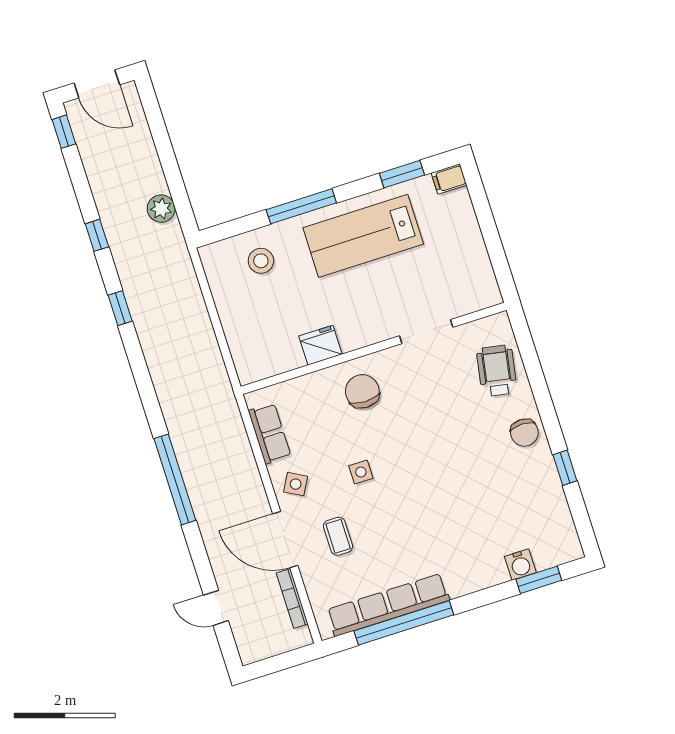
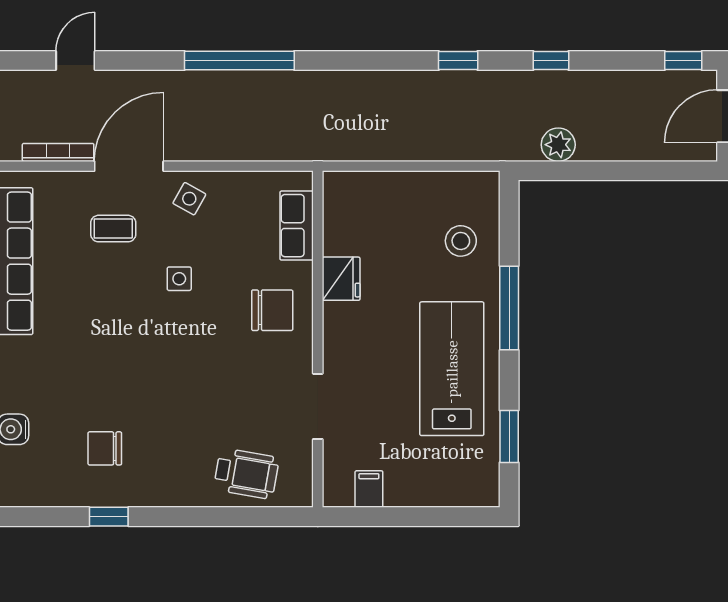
filing cabinet: (449, 179) -> (369, 489), moved
row of seats: (270, 433) -> (297, 226), moved, turned 90
chair: (524, 433) -> (105, 448), moved

